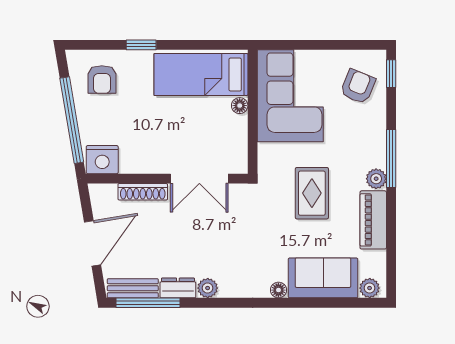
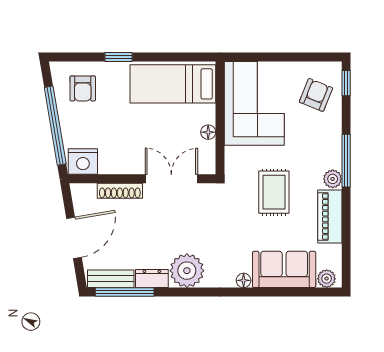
floor lamp: (240, 106) -> (208, 132), moved
double door: (199, 179) -> (171, 179), swing flipped
plant: (208, 288) -> (187, 271), width x1.87, depth x1.87

